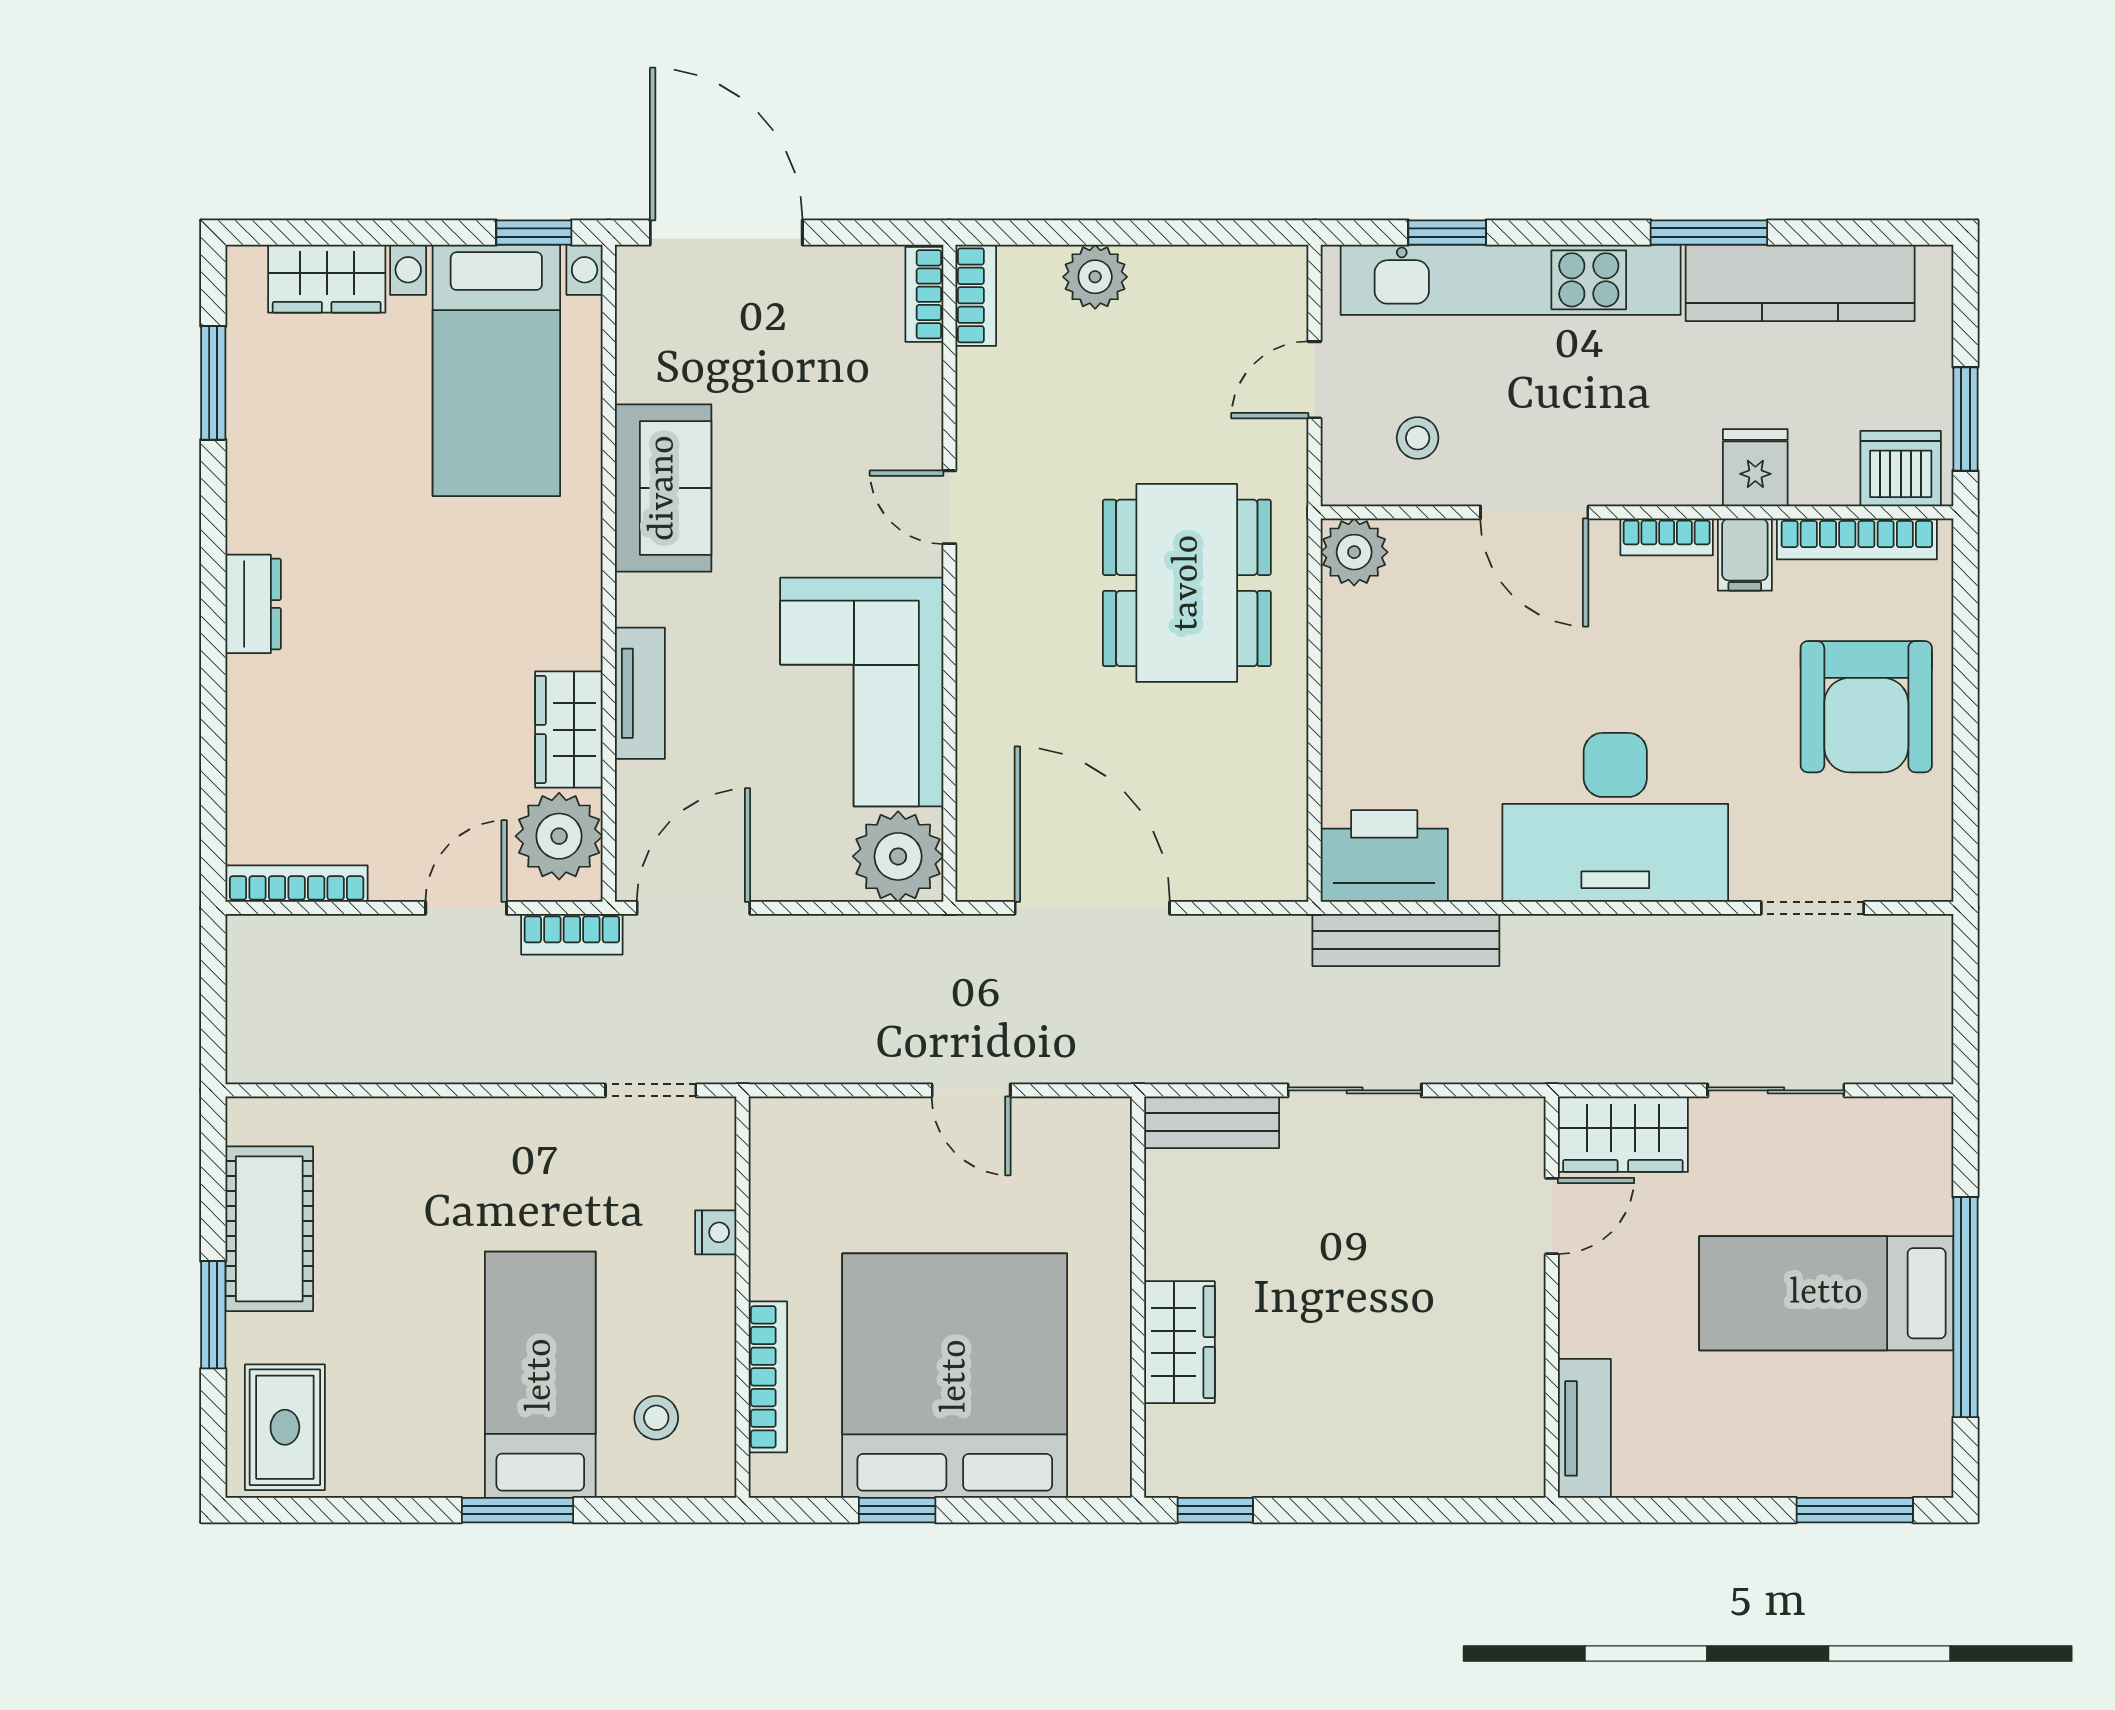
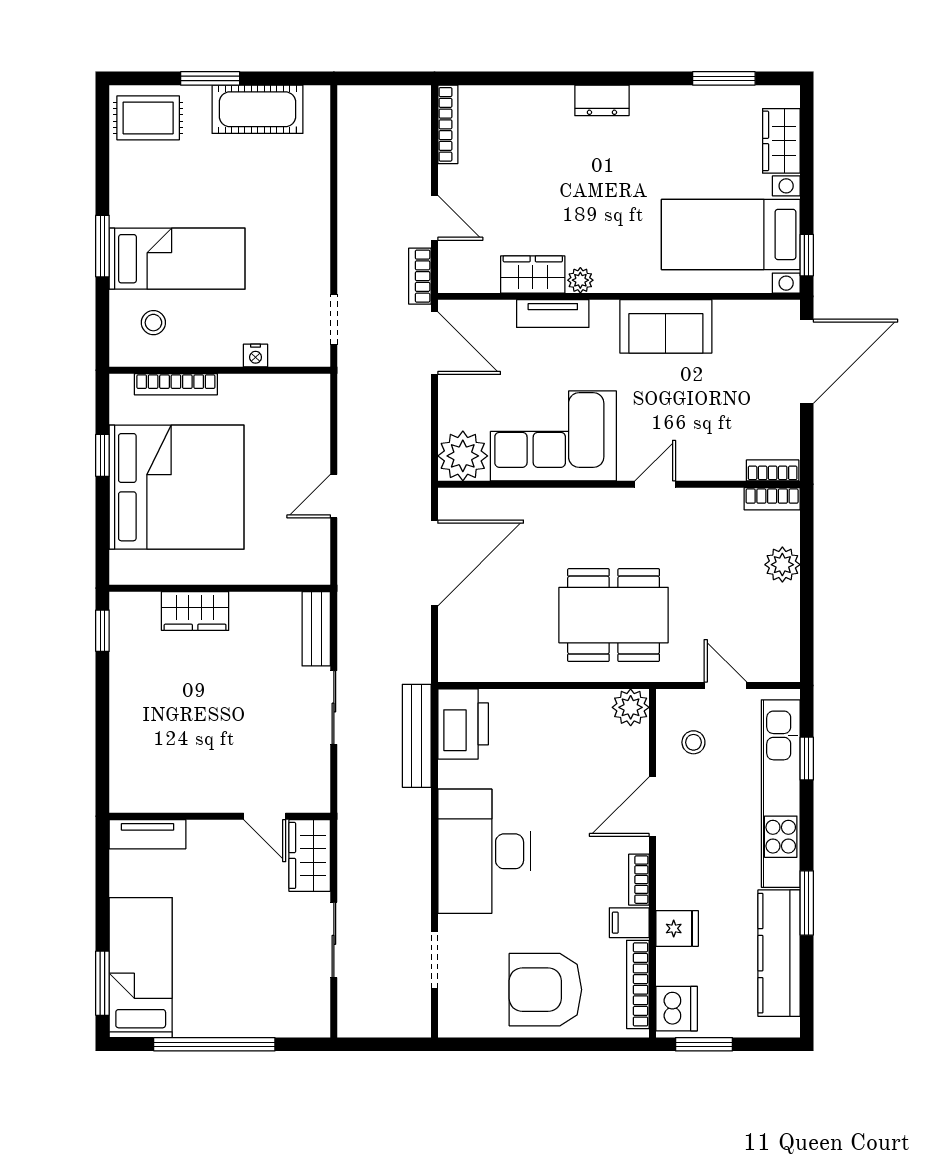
plant: (559, 836) -> (580, 280), moved, width x0.53, depth x0.53
bed: (1826, 1293) -> (141, 968), moved

